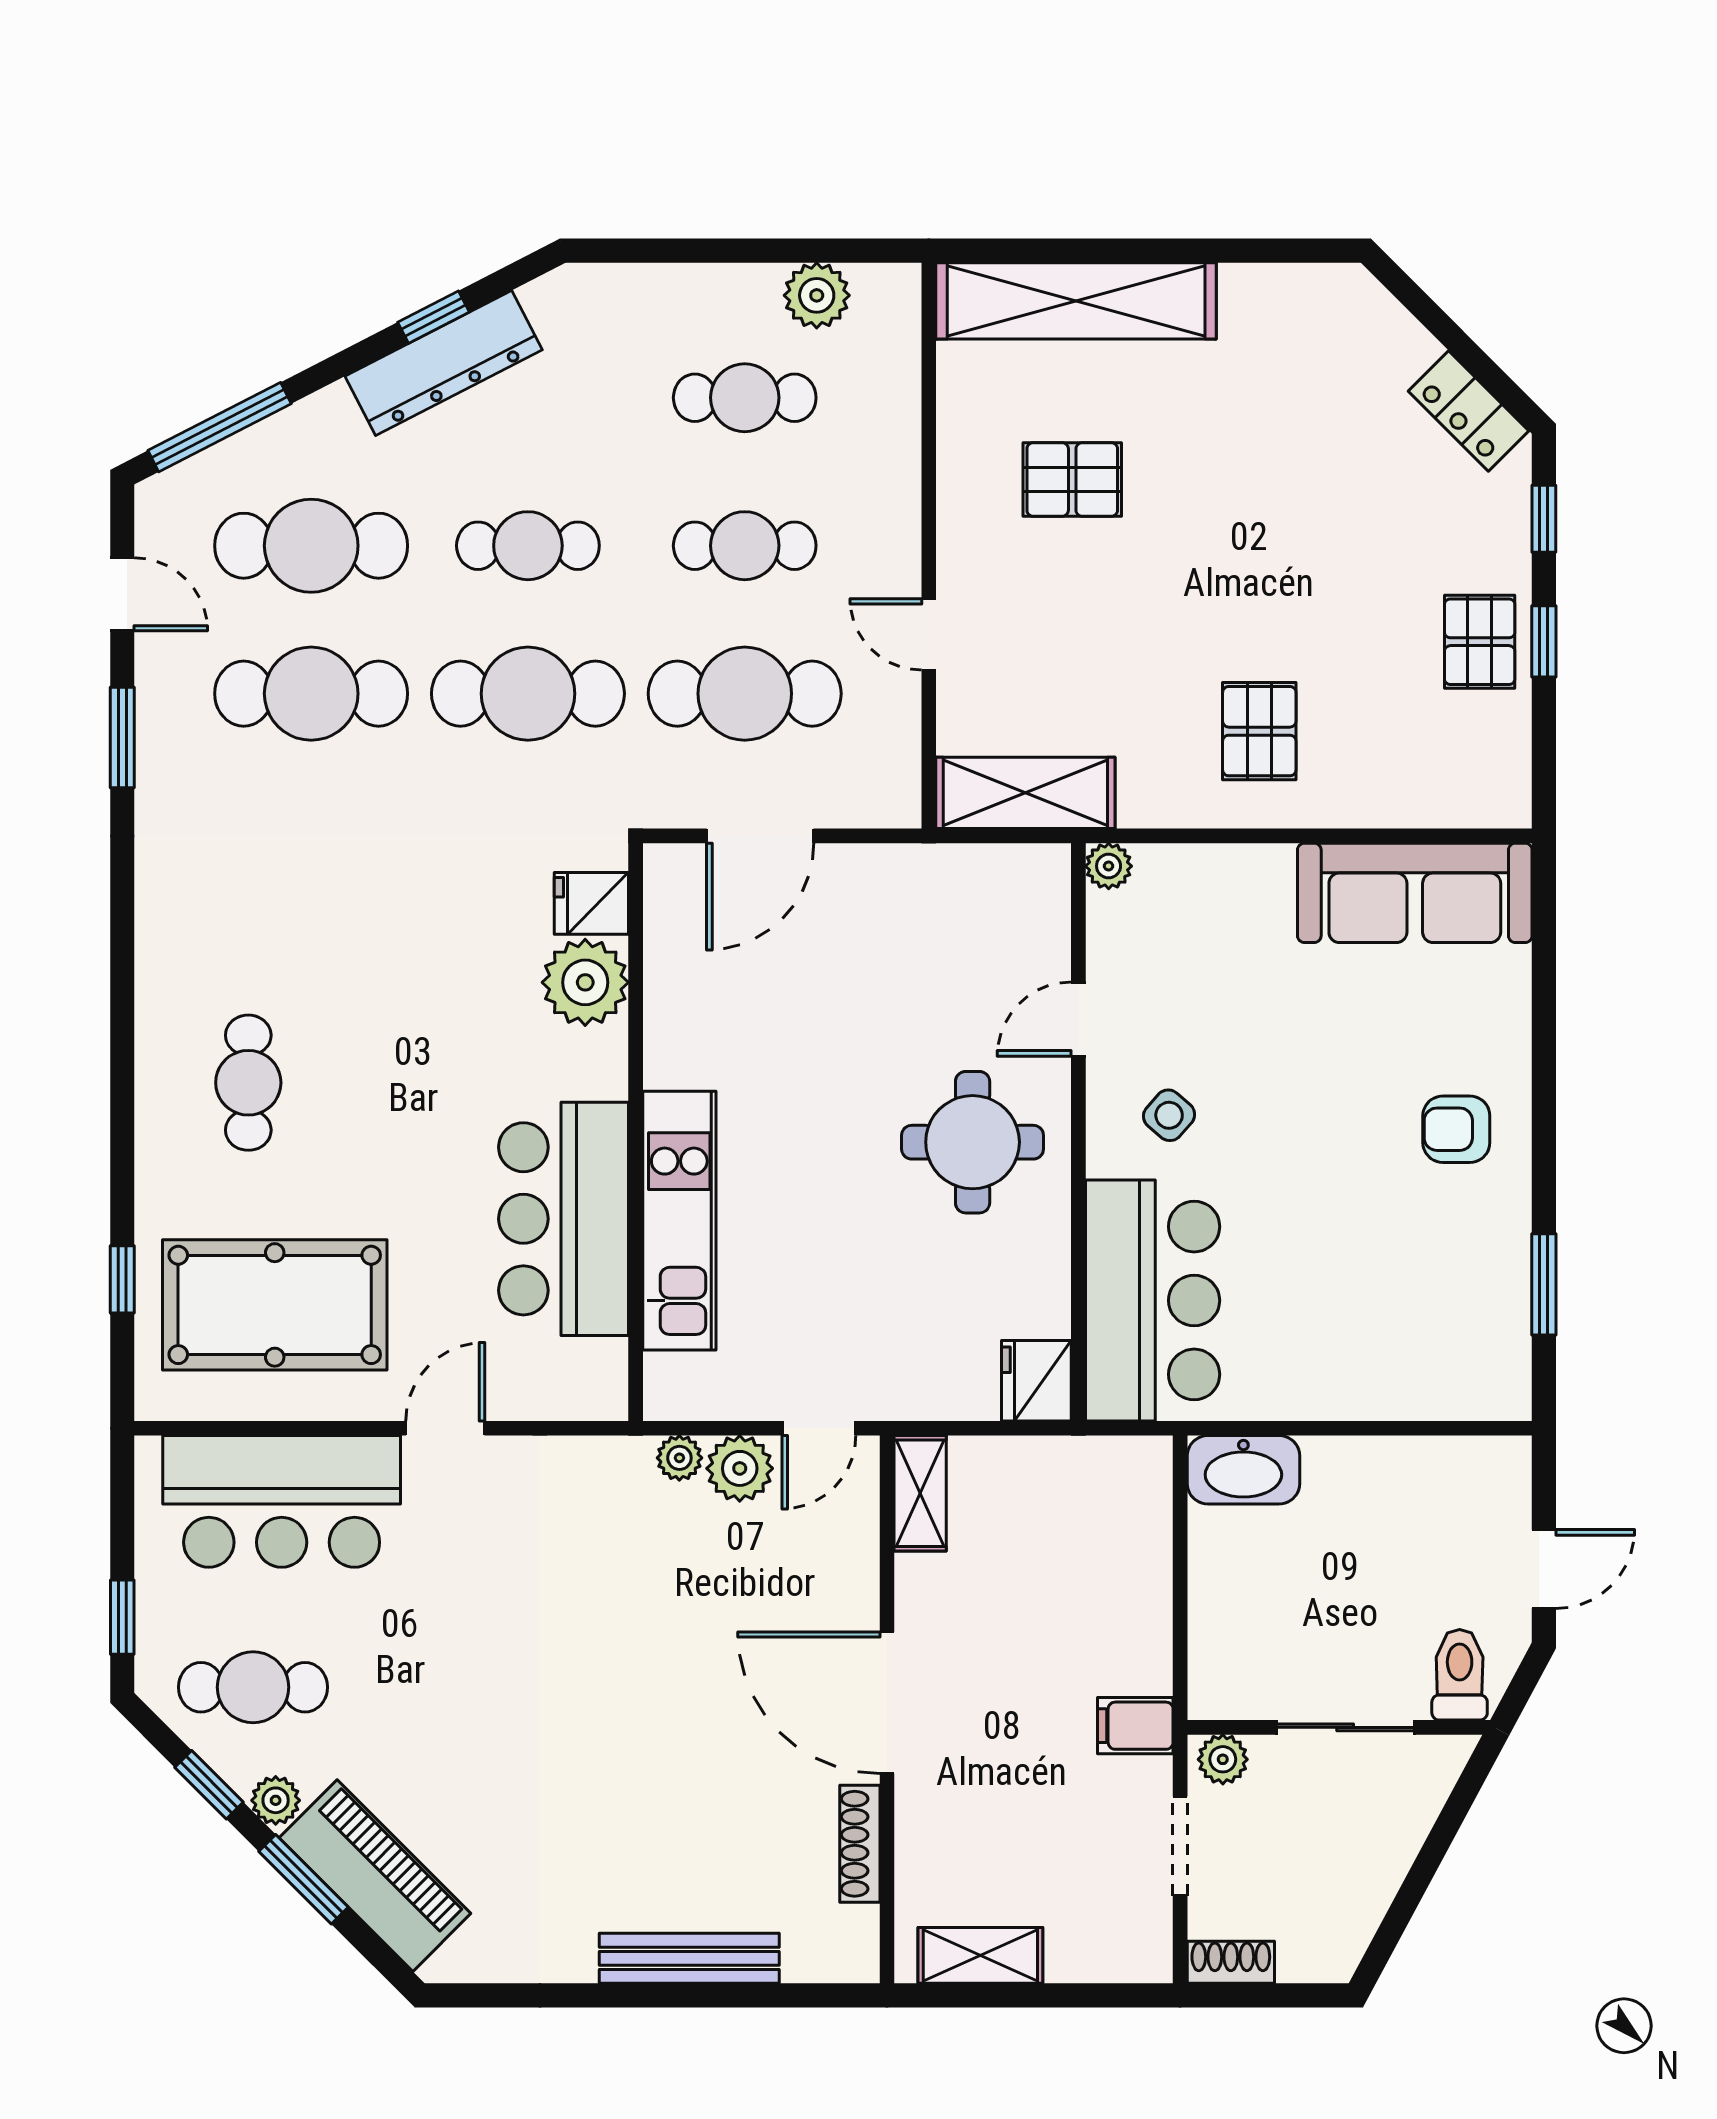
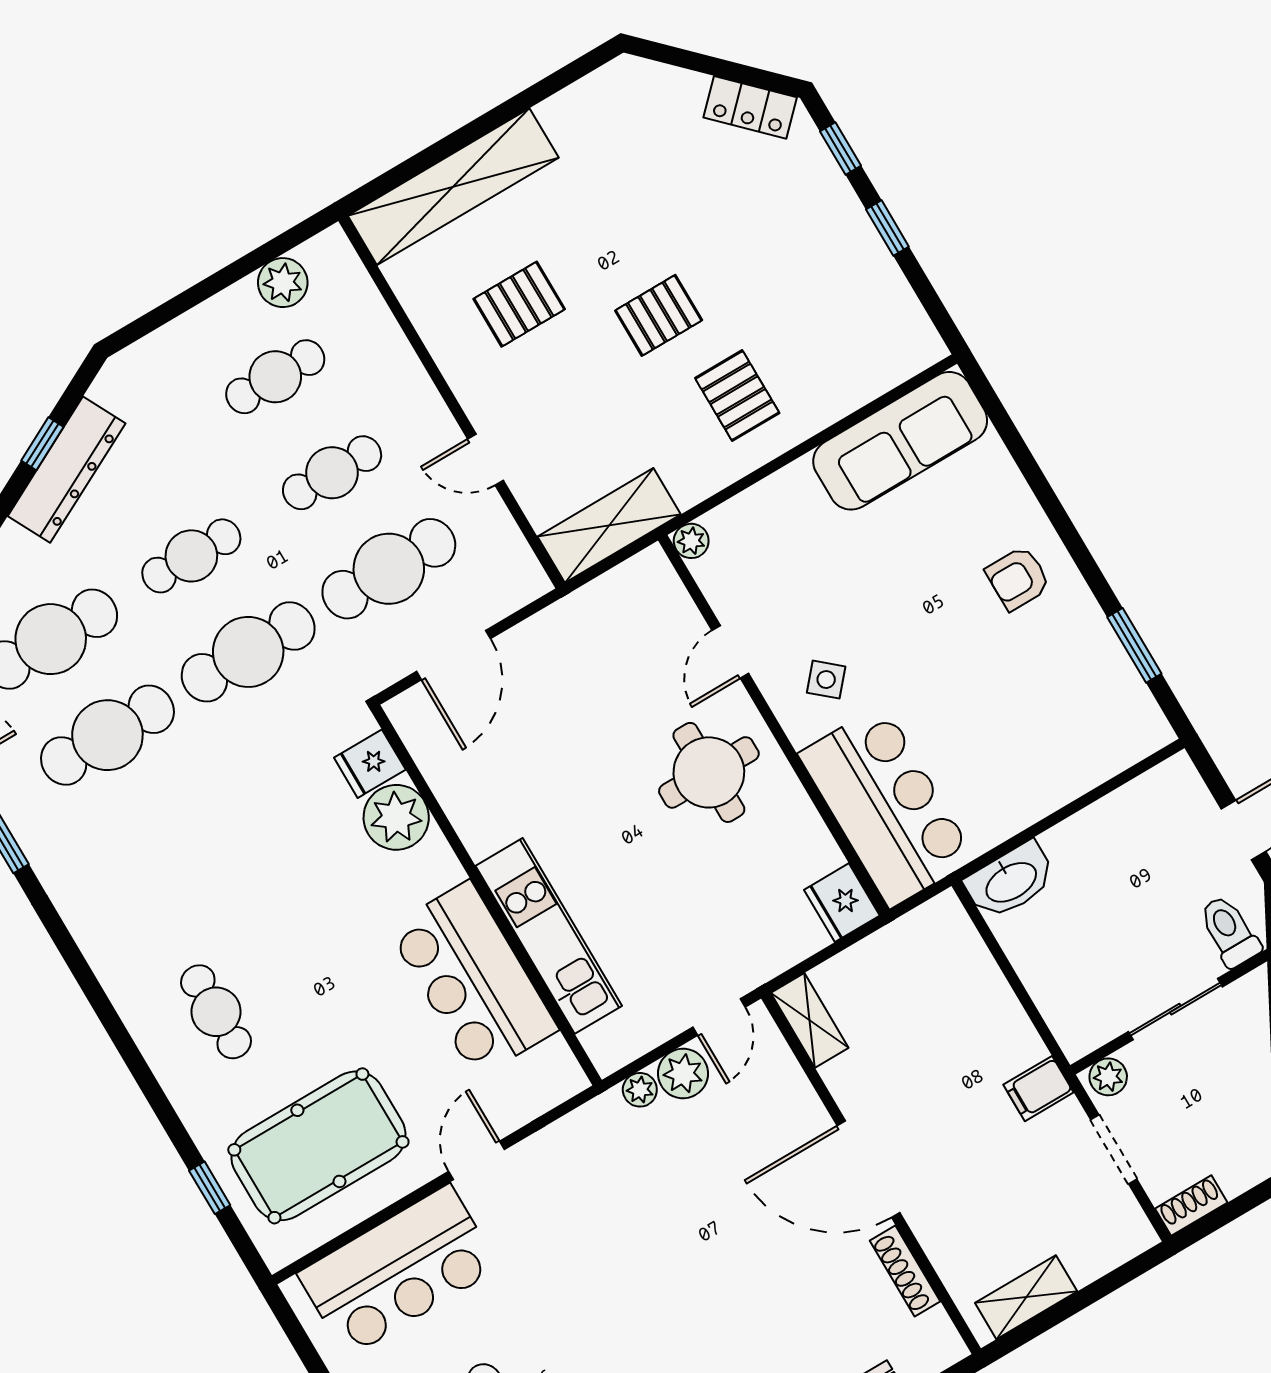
pallet: (1480, 642) -> (659, 315), moved, turned 90

